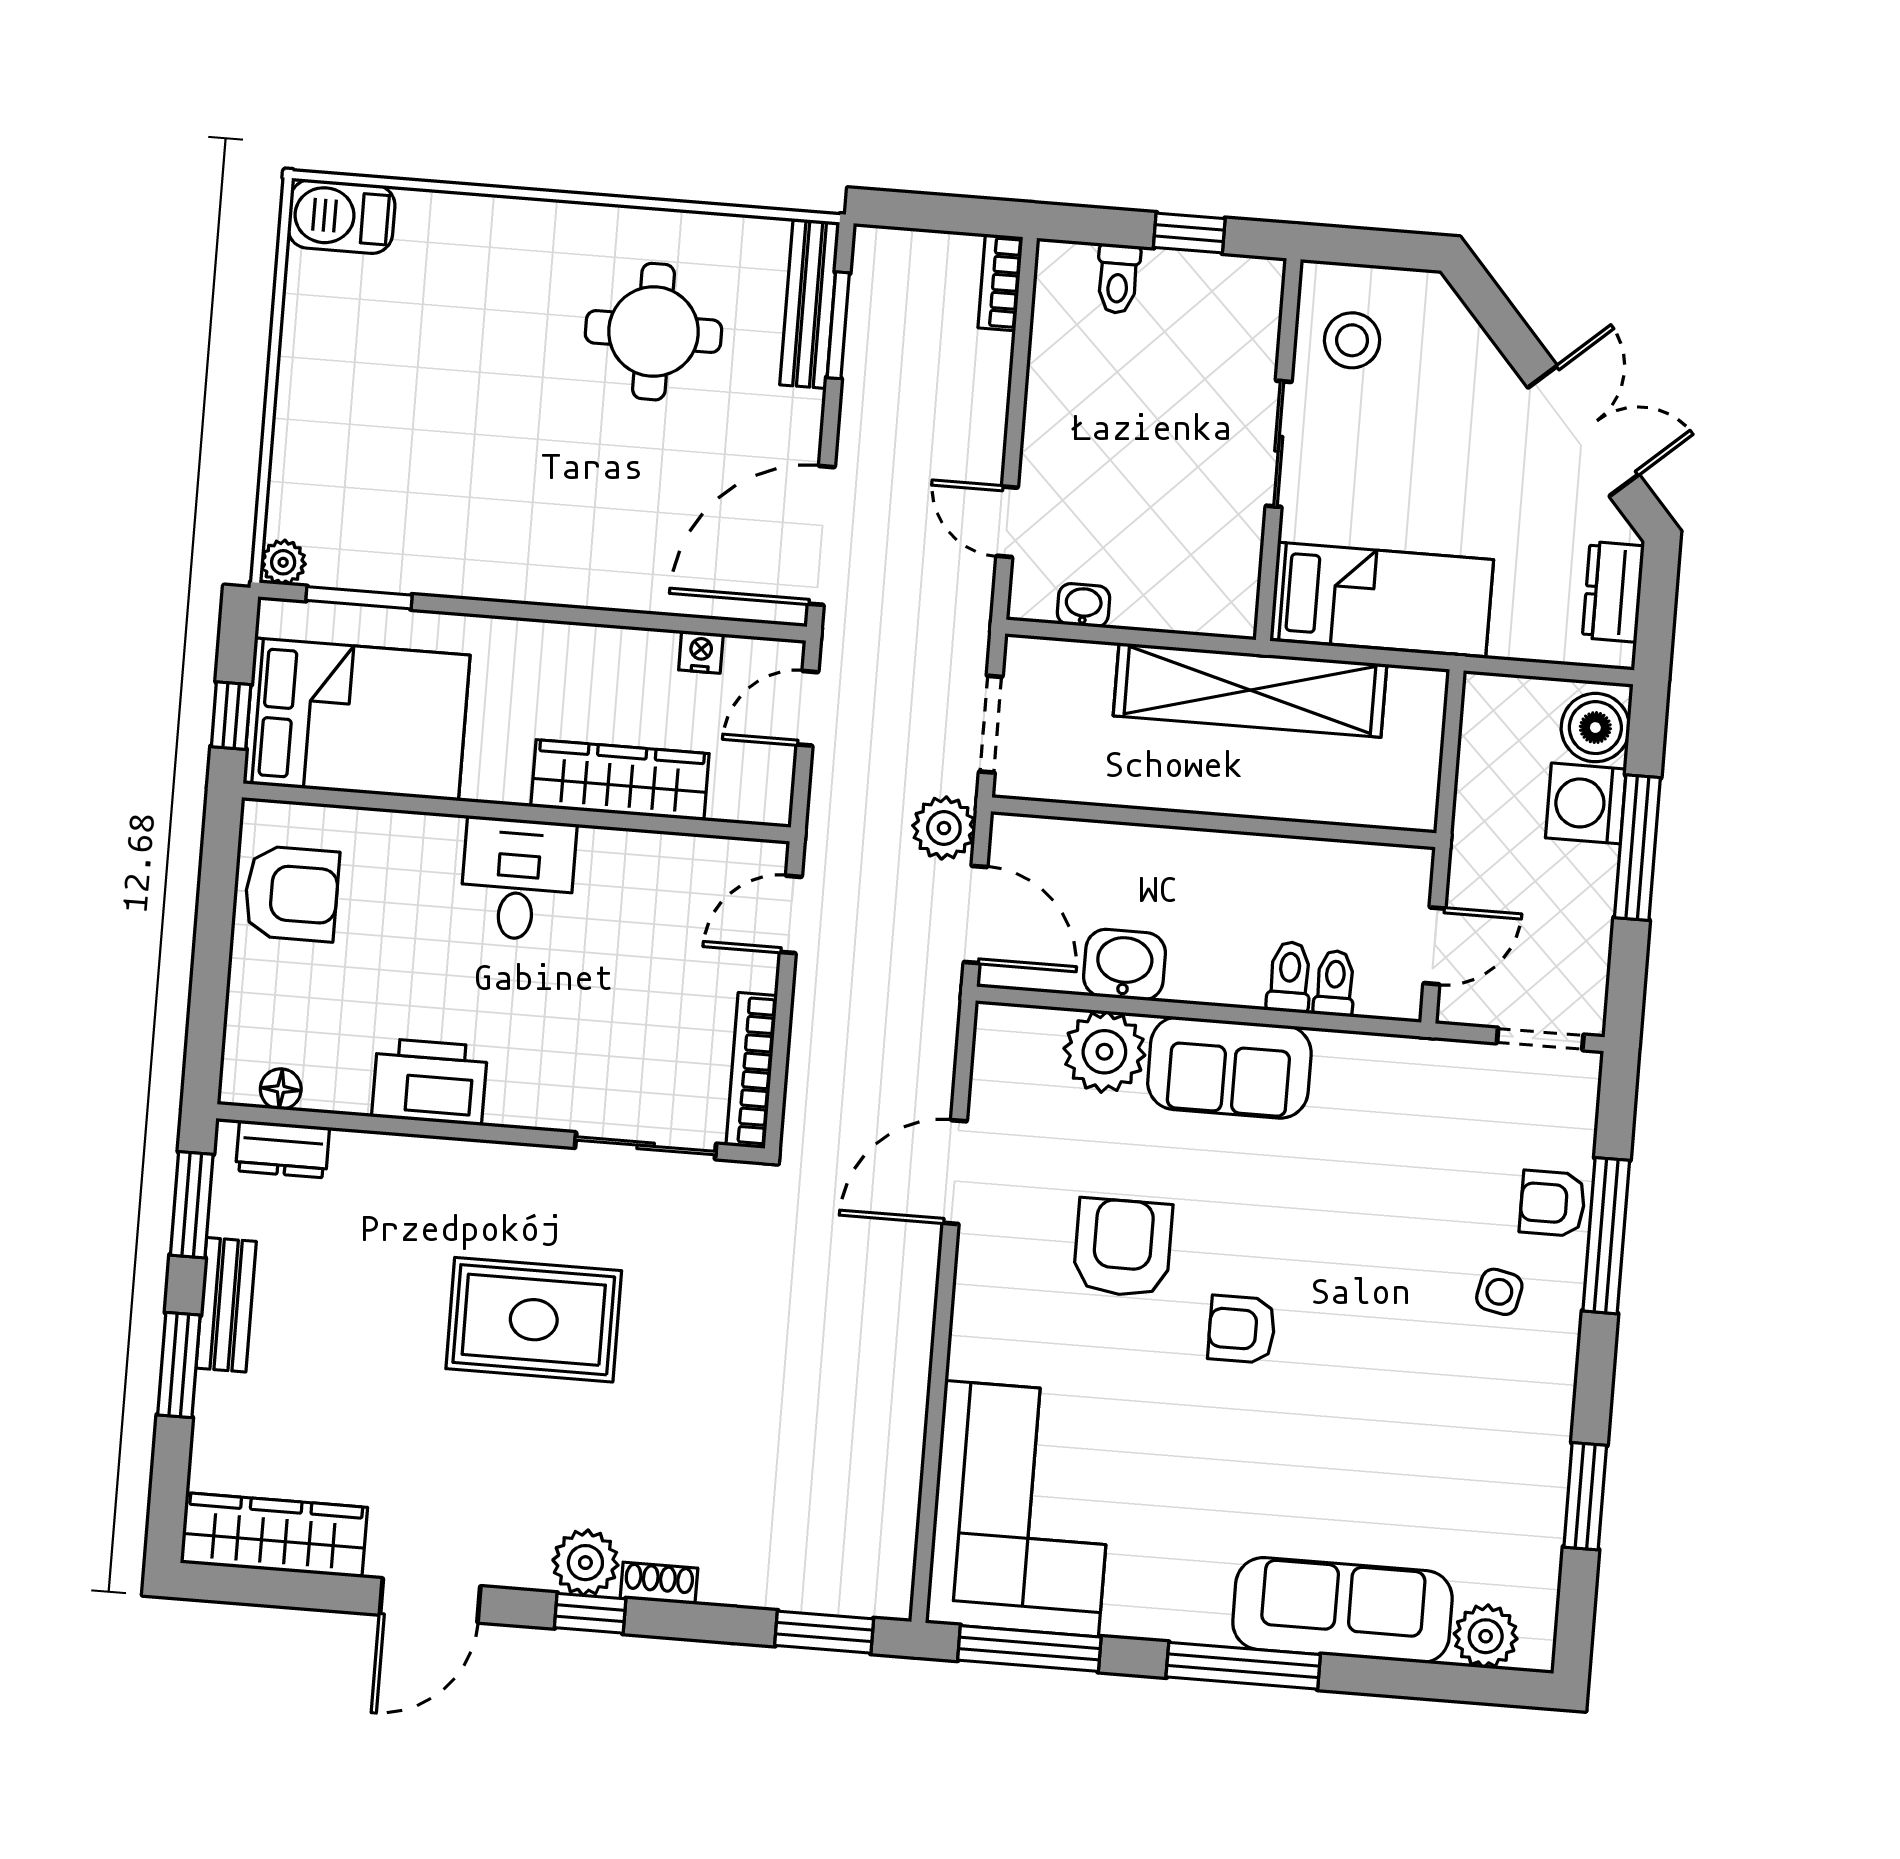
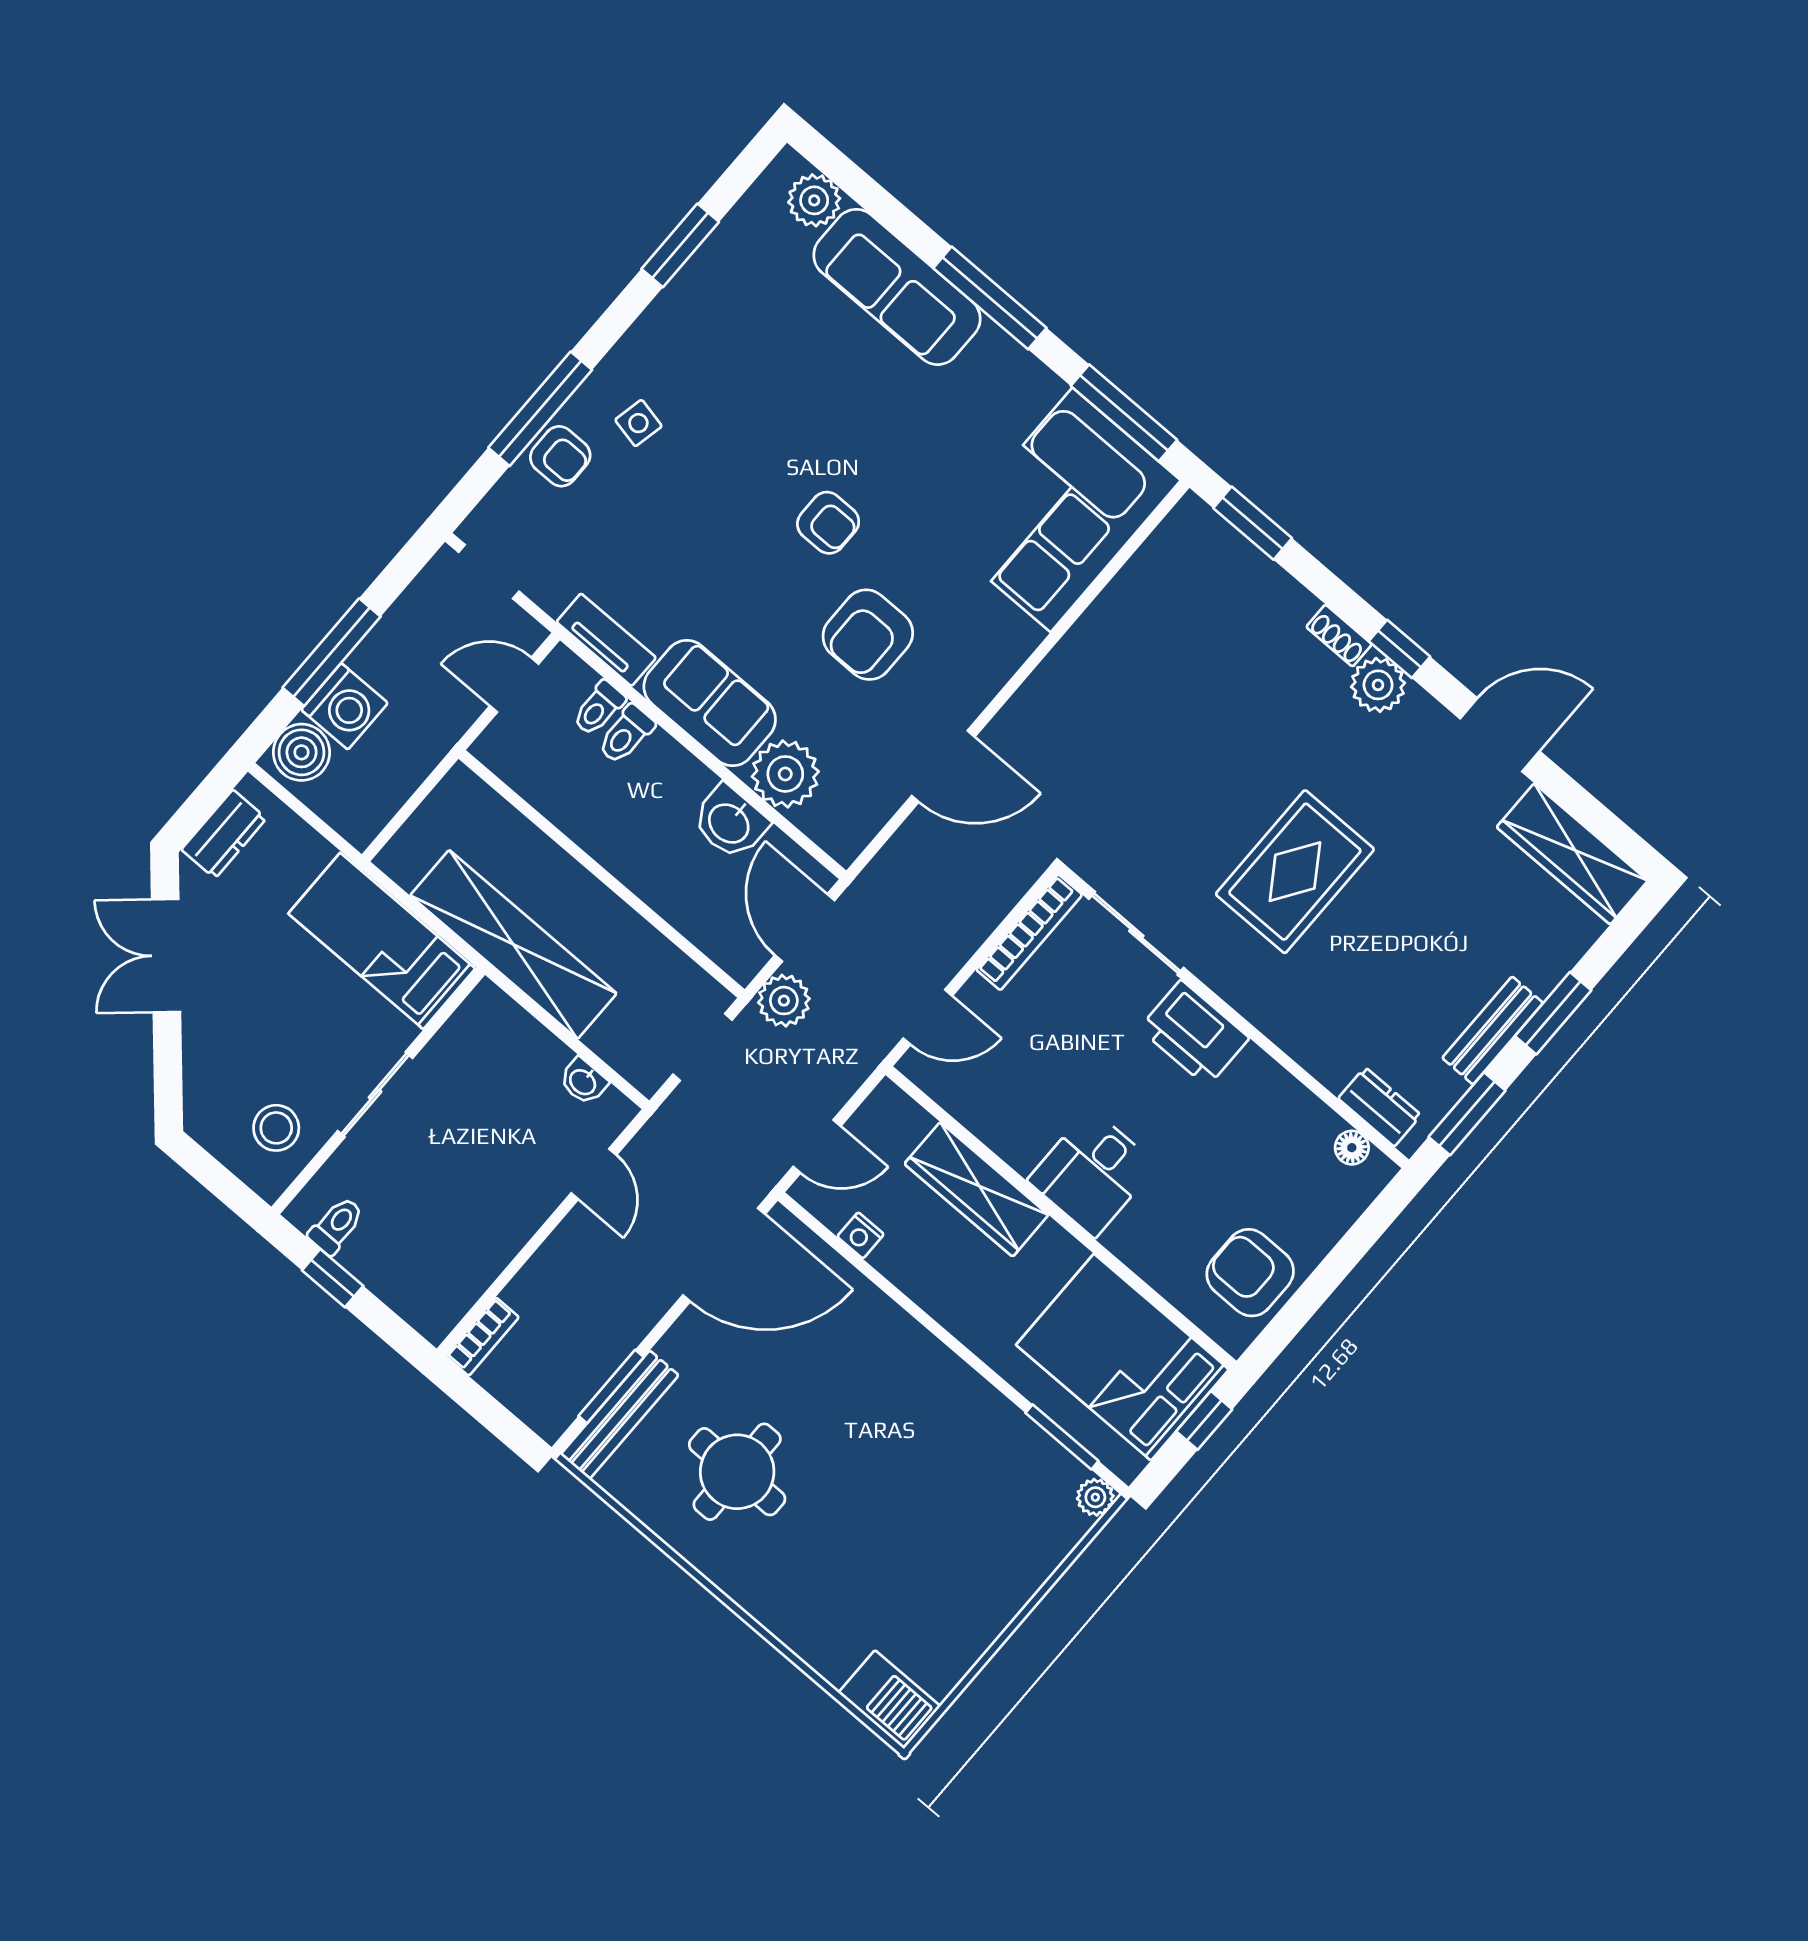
toilet: (1118, 279) -> (336, 1226), moved
tv unit: (1376, 1056) -> (606, 640), added
printer: (430, 1082) -> (1194, 1033), moved
rug: (534, 1320) -> (1295, 872), turned 90

